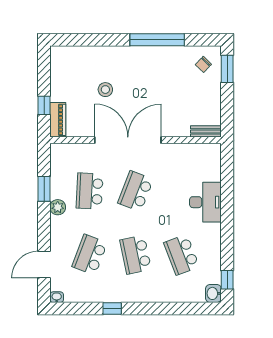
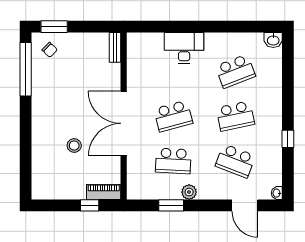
window: (157, 40) -> (26, 69), moved
school desk: (136, 191) -> (173, 116), turned -36
window: (227, 280) -> (260, 27), removed

